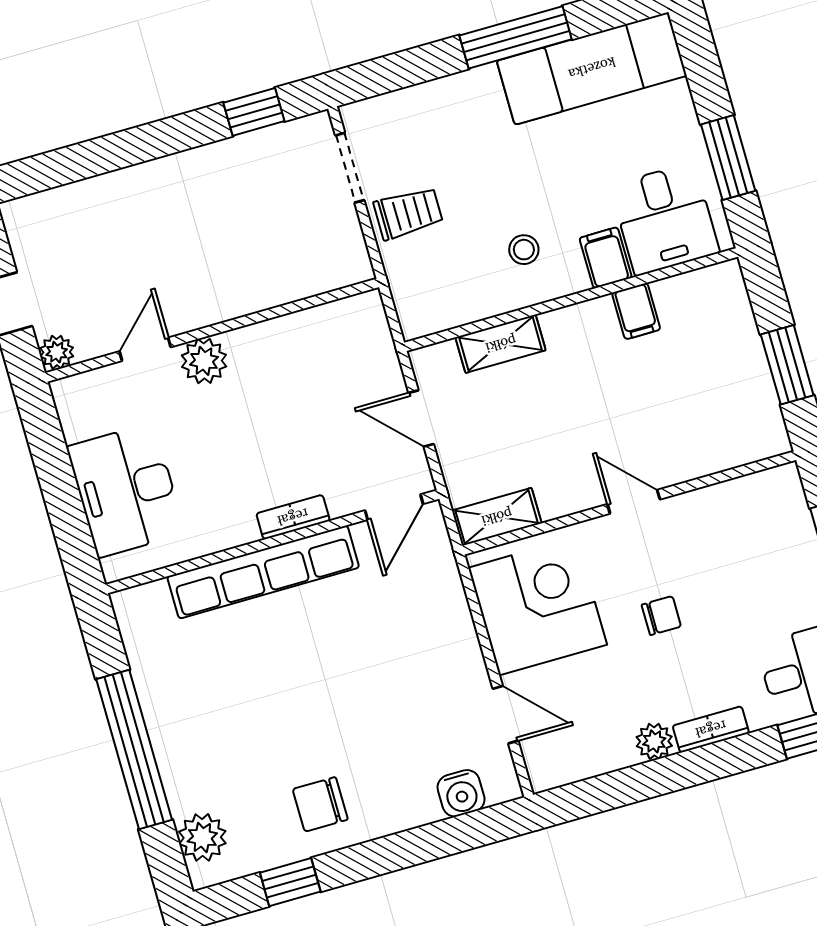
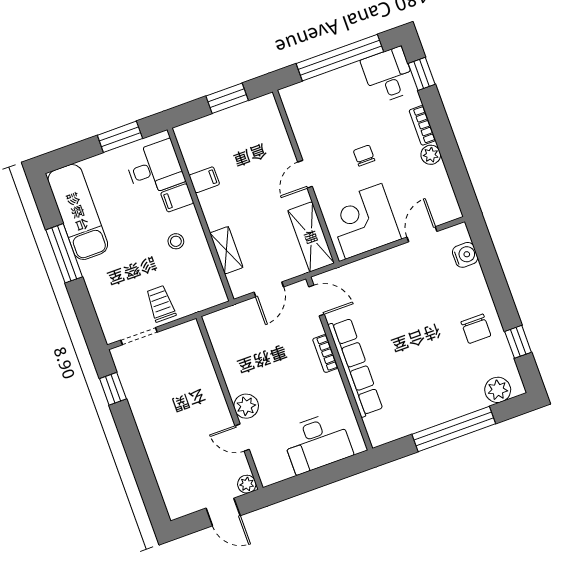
shelving: (497, 517) -> (311, 237), width x1.50, depth x1.33

